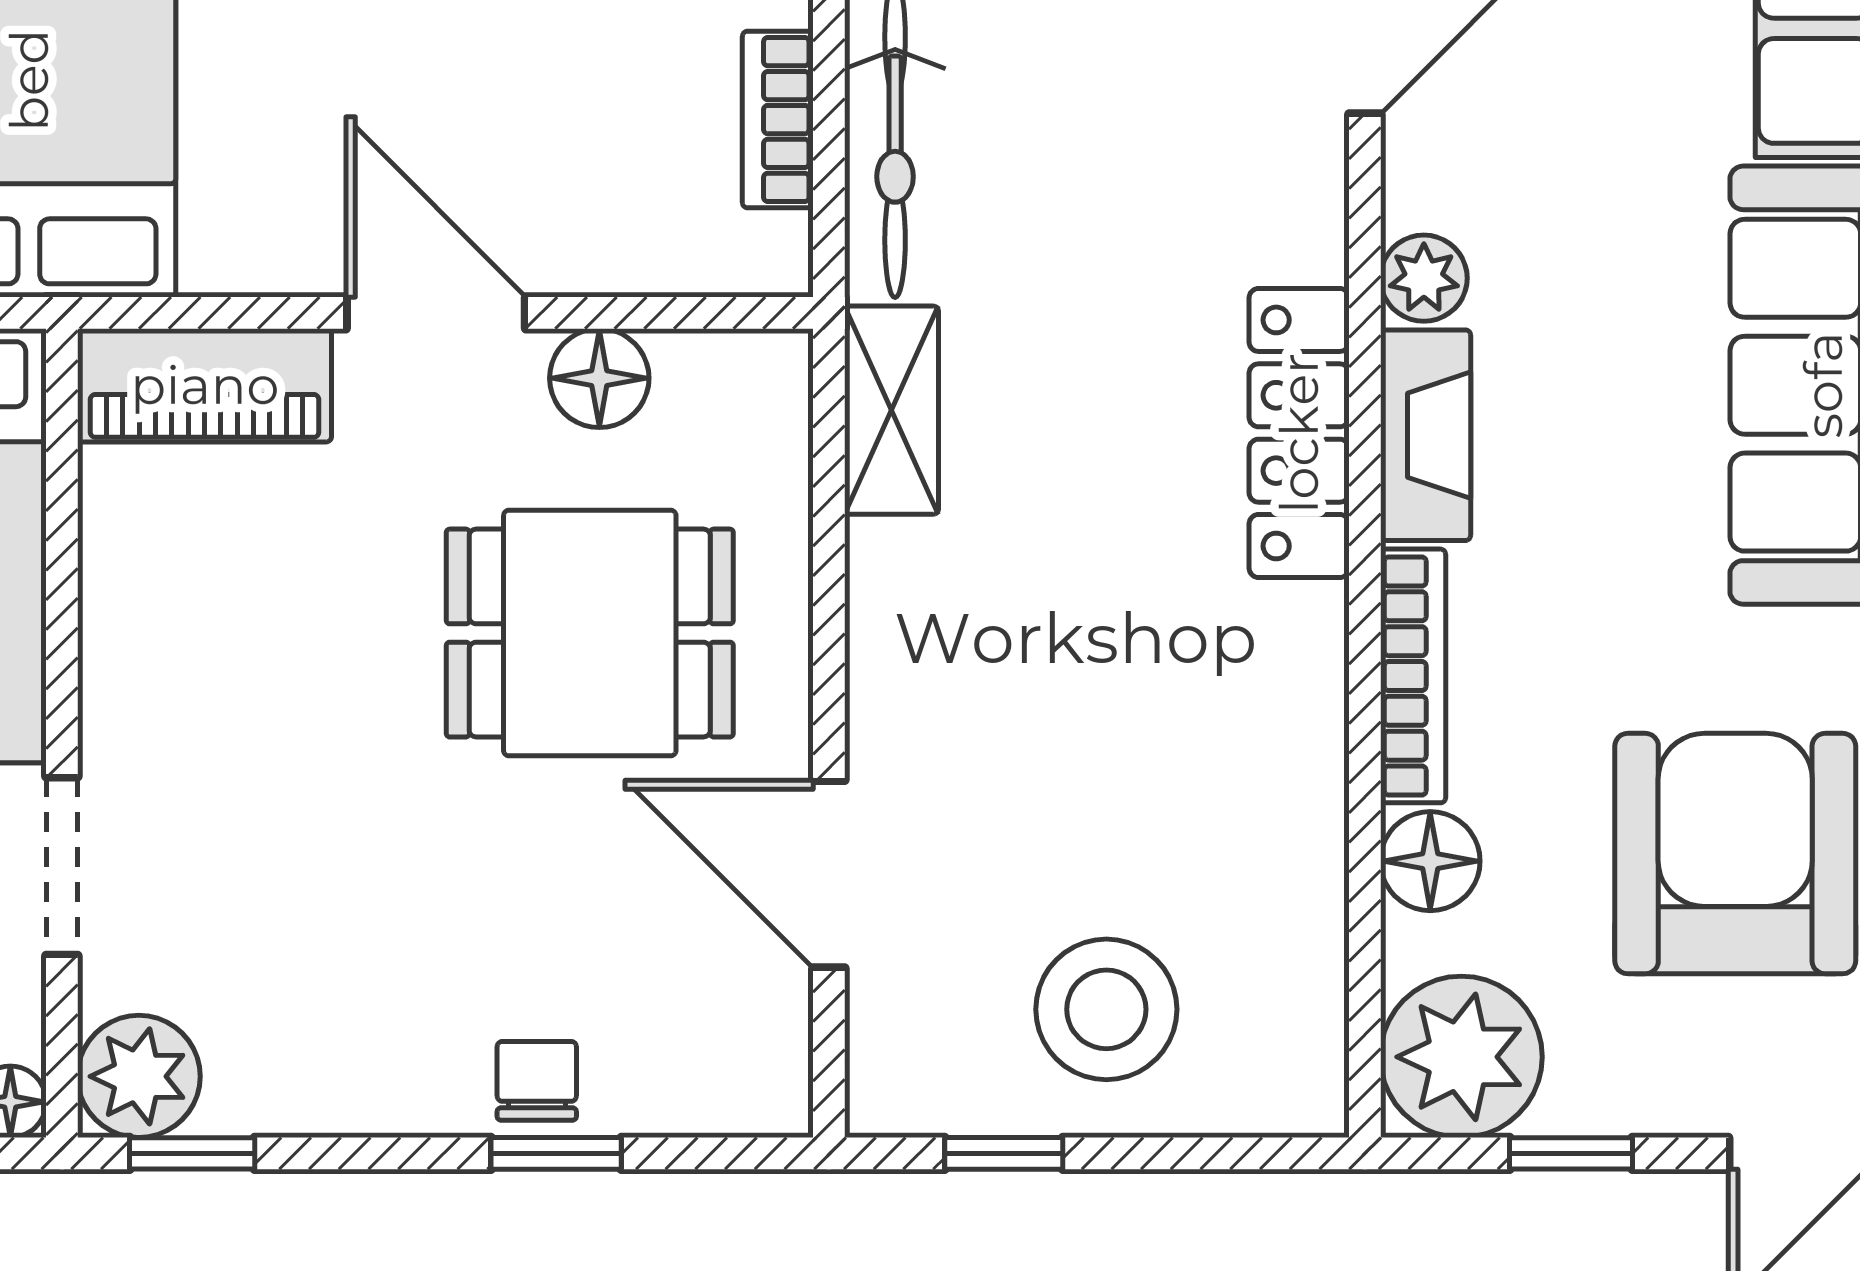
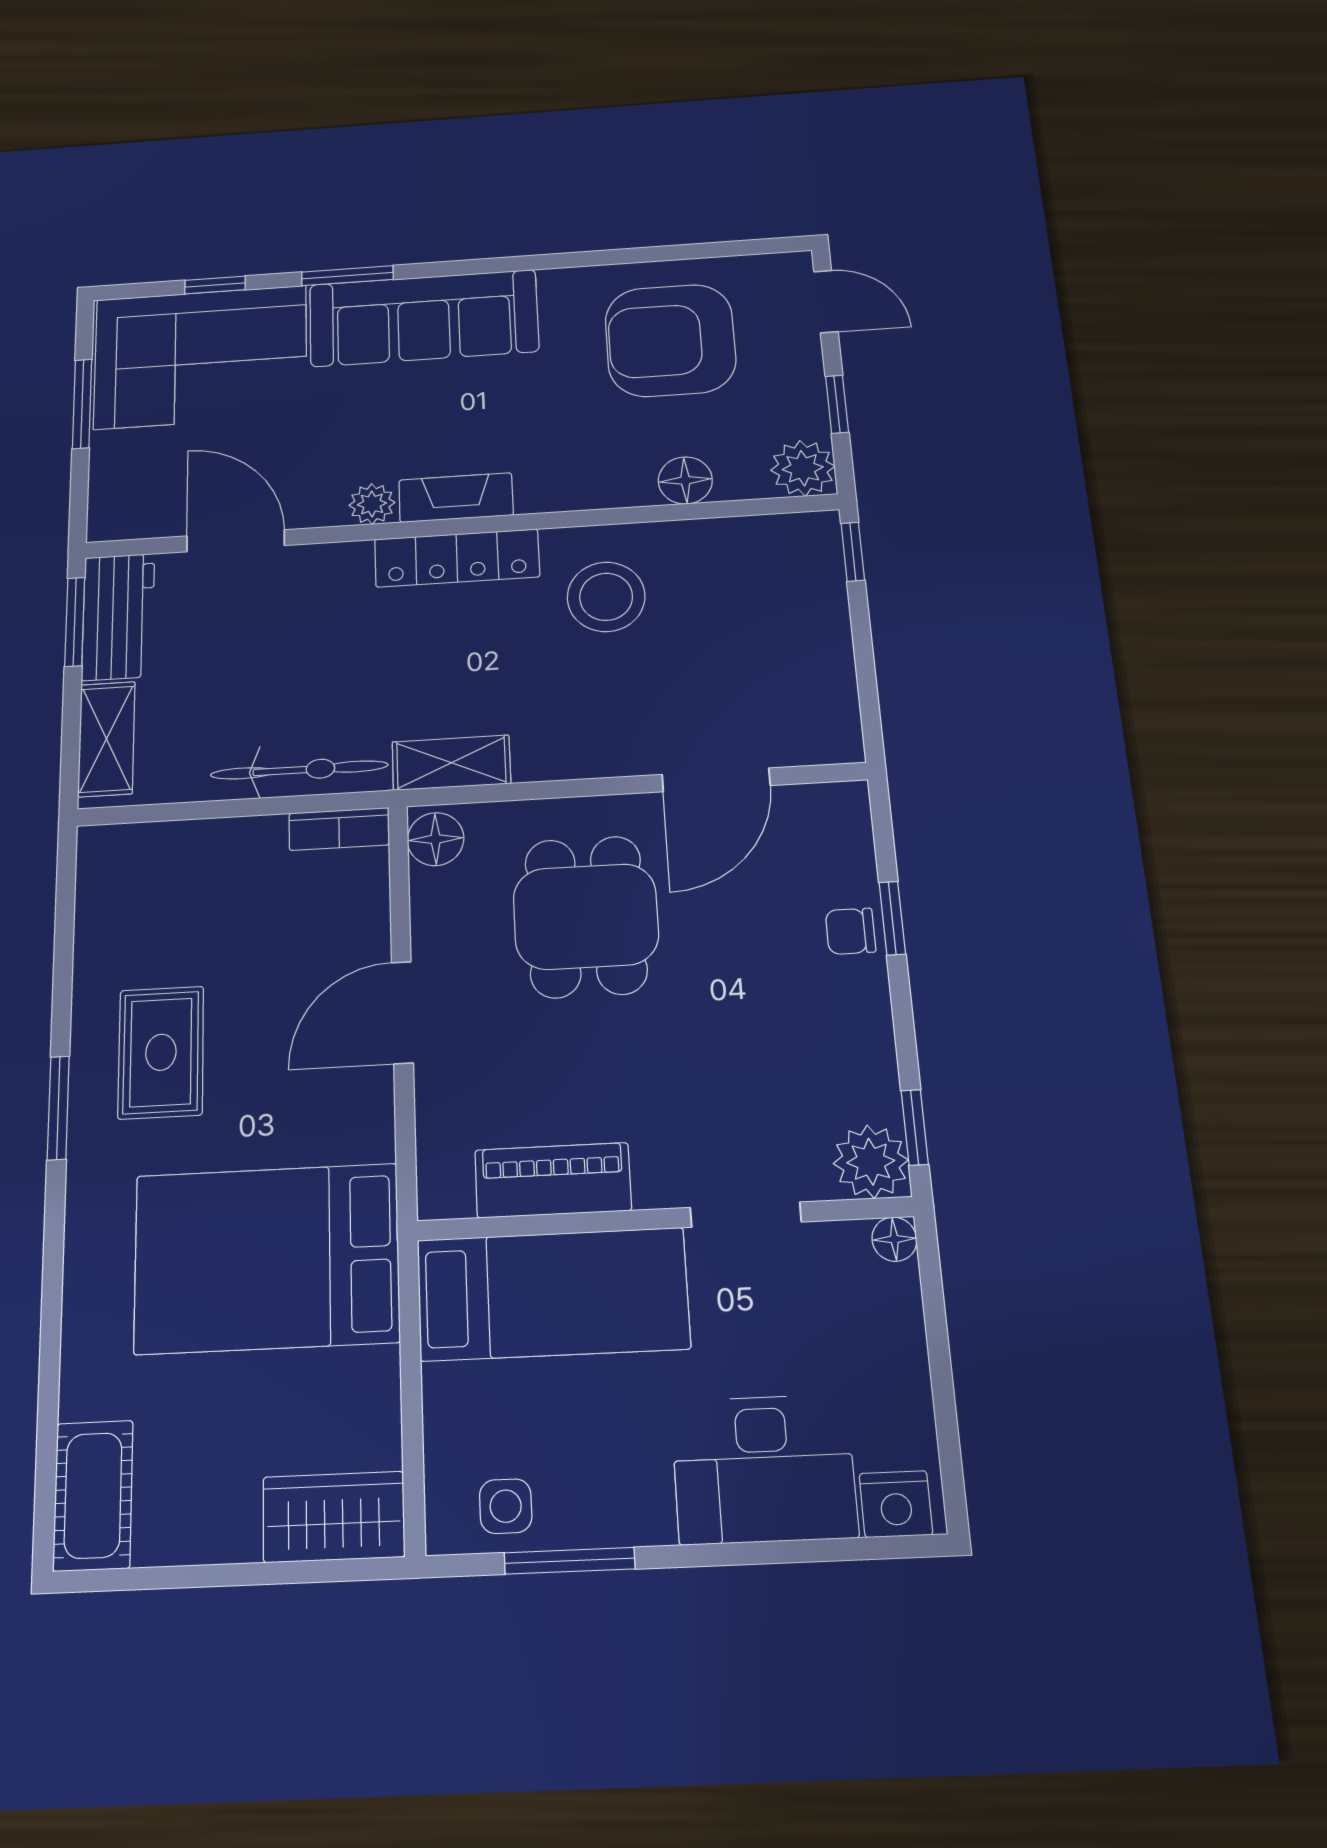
bookcase: (778, 120) -> (339, 829), moved
floor lamp: (599, 378) -> (436, 839), moved
piano: (205, 385) -> (553, 1180), moved, turned -90
bookcase: (1413, 676) -> (586, 495), removed
stool: (1106, 1009) -> (606, 597), moved
plant: (1461, 1057) -> (803, 468), width x0.73, depth x0.73
window: (1004, 1153) -> (853, 552), moved

